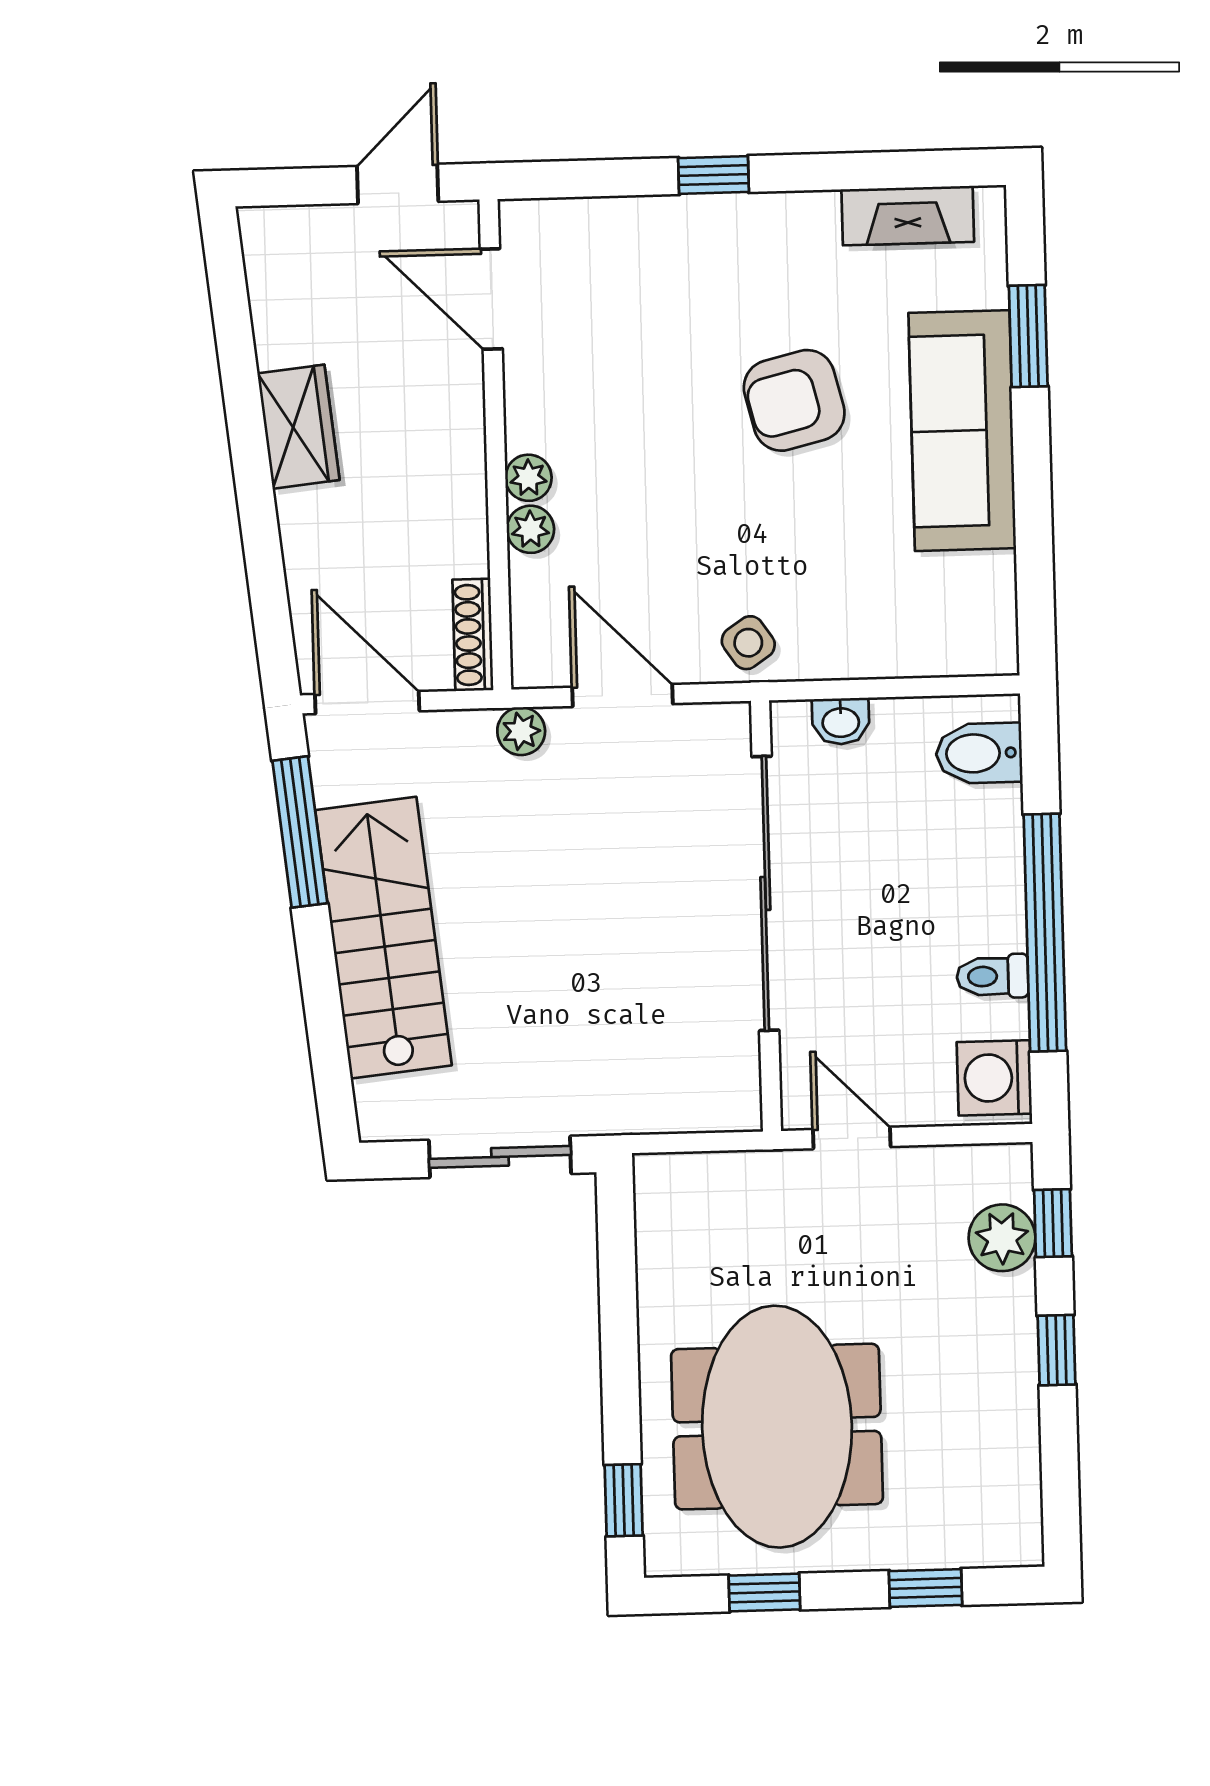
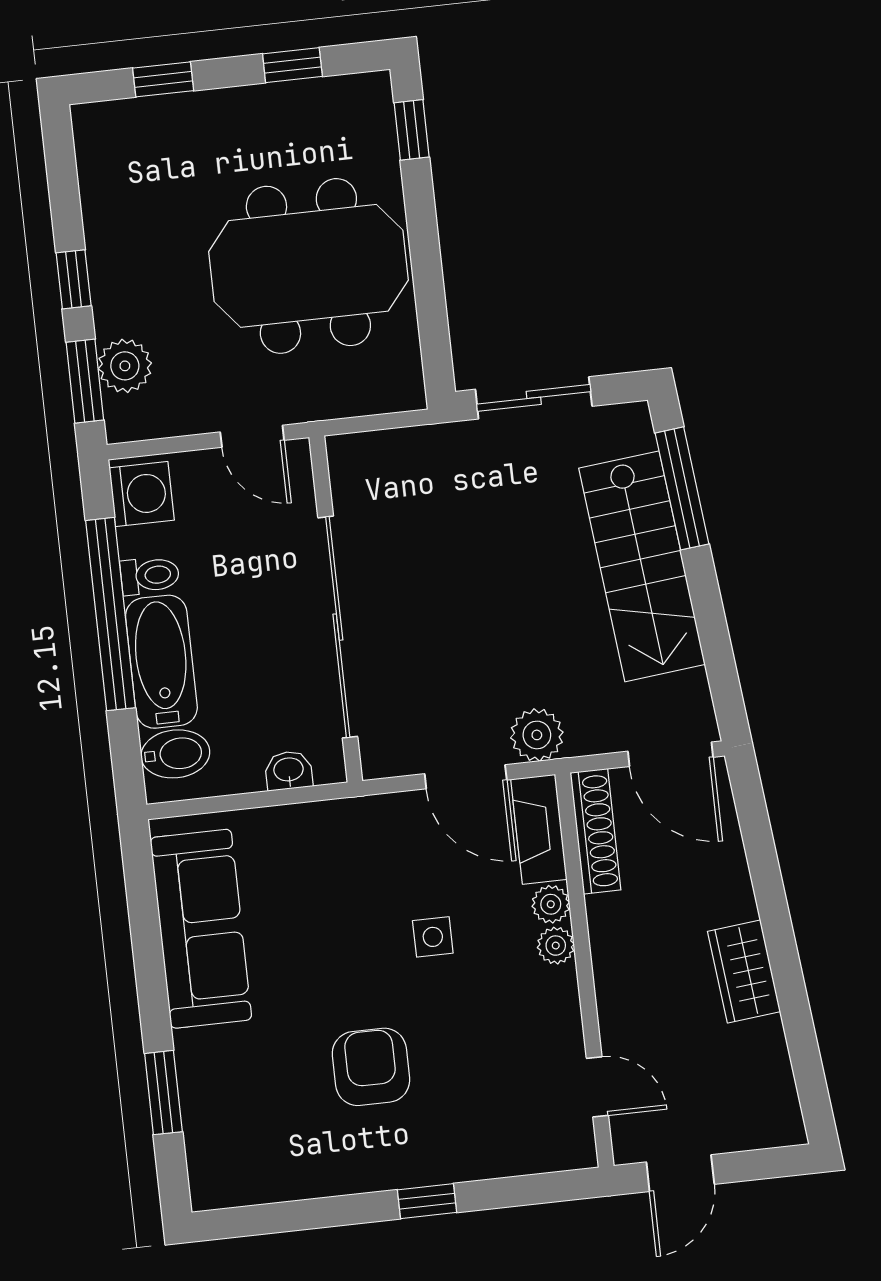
fireplace: (908, 216) -> (539, 829), moved, turned -90
door: (491, 299) -> (597, 1087), width x0.73
armchair: (794, 400) -> (371, 1067), moved, turned -76
sofa: (962, 431) -> (201, 929), moved
shoe rack: (473, 635) -> (595, 831), width x1.36, depth x1.24
side table: (748, 643) -> (433, 937), moved, turned 34
plant: (521, 731) -> (537, 735), width x1.38, depth x1.38
window: (300, 832) -> (682, 488), moved
bathtub: (987, 869) -> (161, 662), added
window: (1053, 1223) -> (85, 381), width x1.50
meeting table: (777, 1427) -> (308, 266), moved, turned 90

